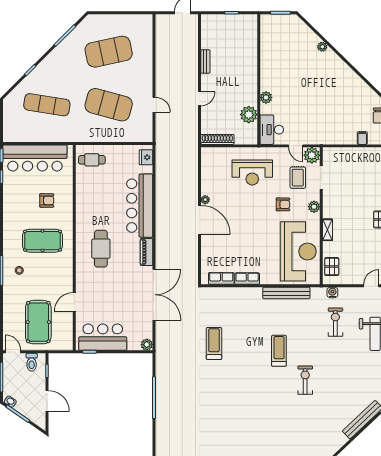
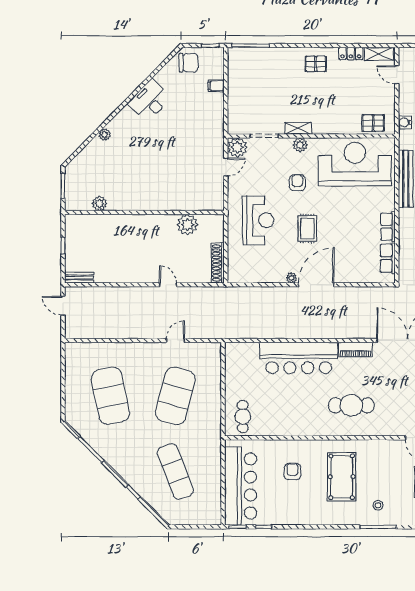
bench: (205, 61) -> (79, 278), moved
plant: (266, 98) -> (99, 203), moved
exercise mat: (47, 105) -> (175, 471), turned -30
desk: (272, 130) -> (149, 101), moved, turned 134
fridge: (146, 157) -> (240, 350), removed
rug: (298, 178) -> (307, 229), moved, turned 90
shelving: (327, 230) -> (298, 128), moved

